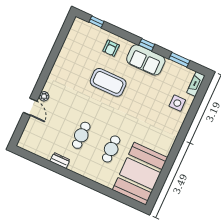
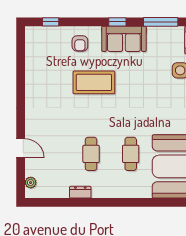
window: (179, 60) -> (161, 22), width x1.44
plant: (44, 96) -> (31, 183), moved

